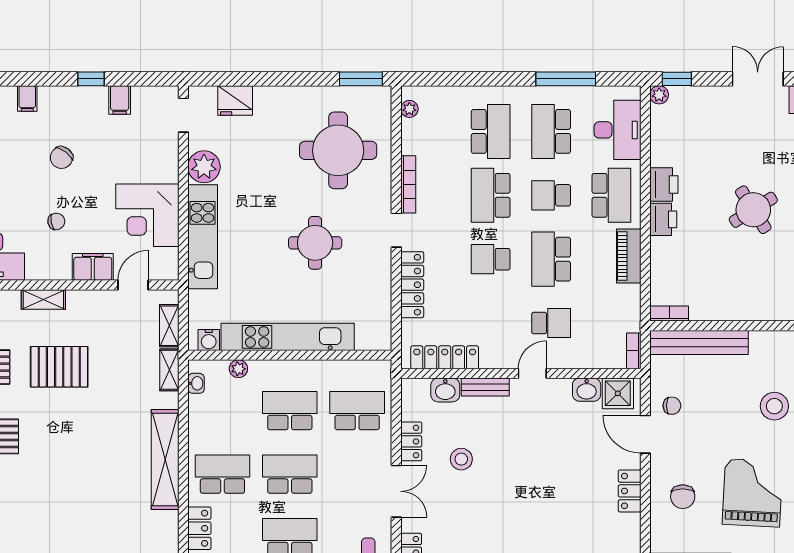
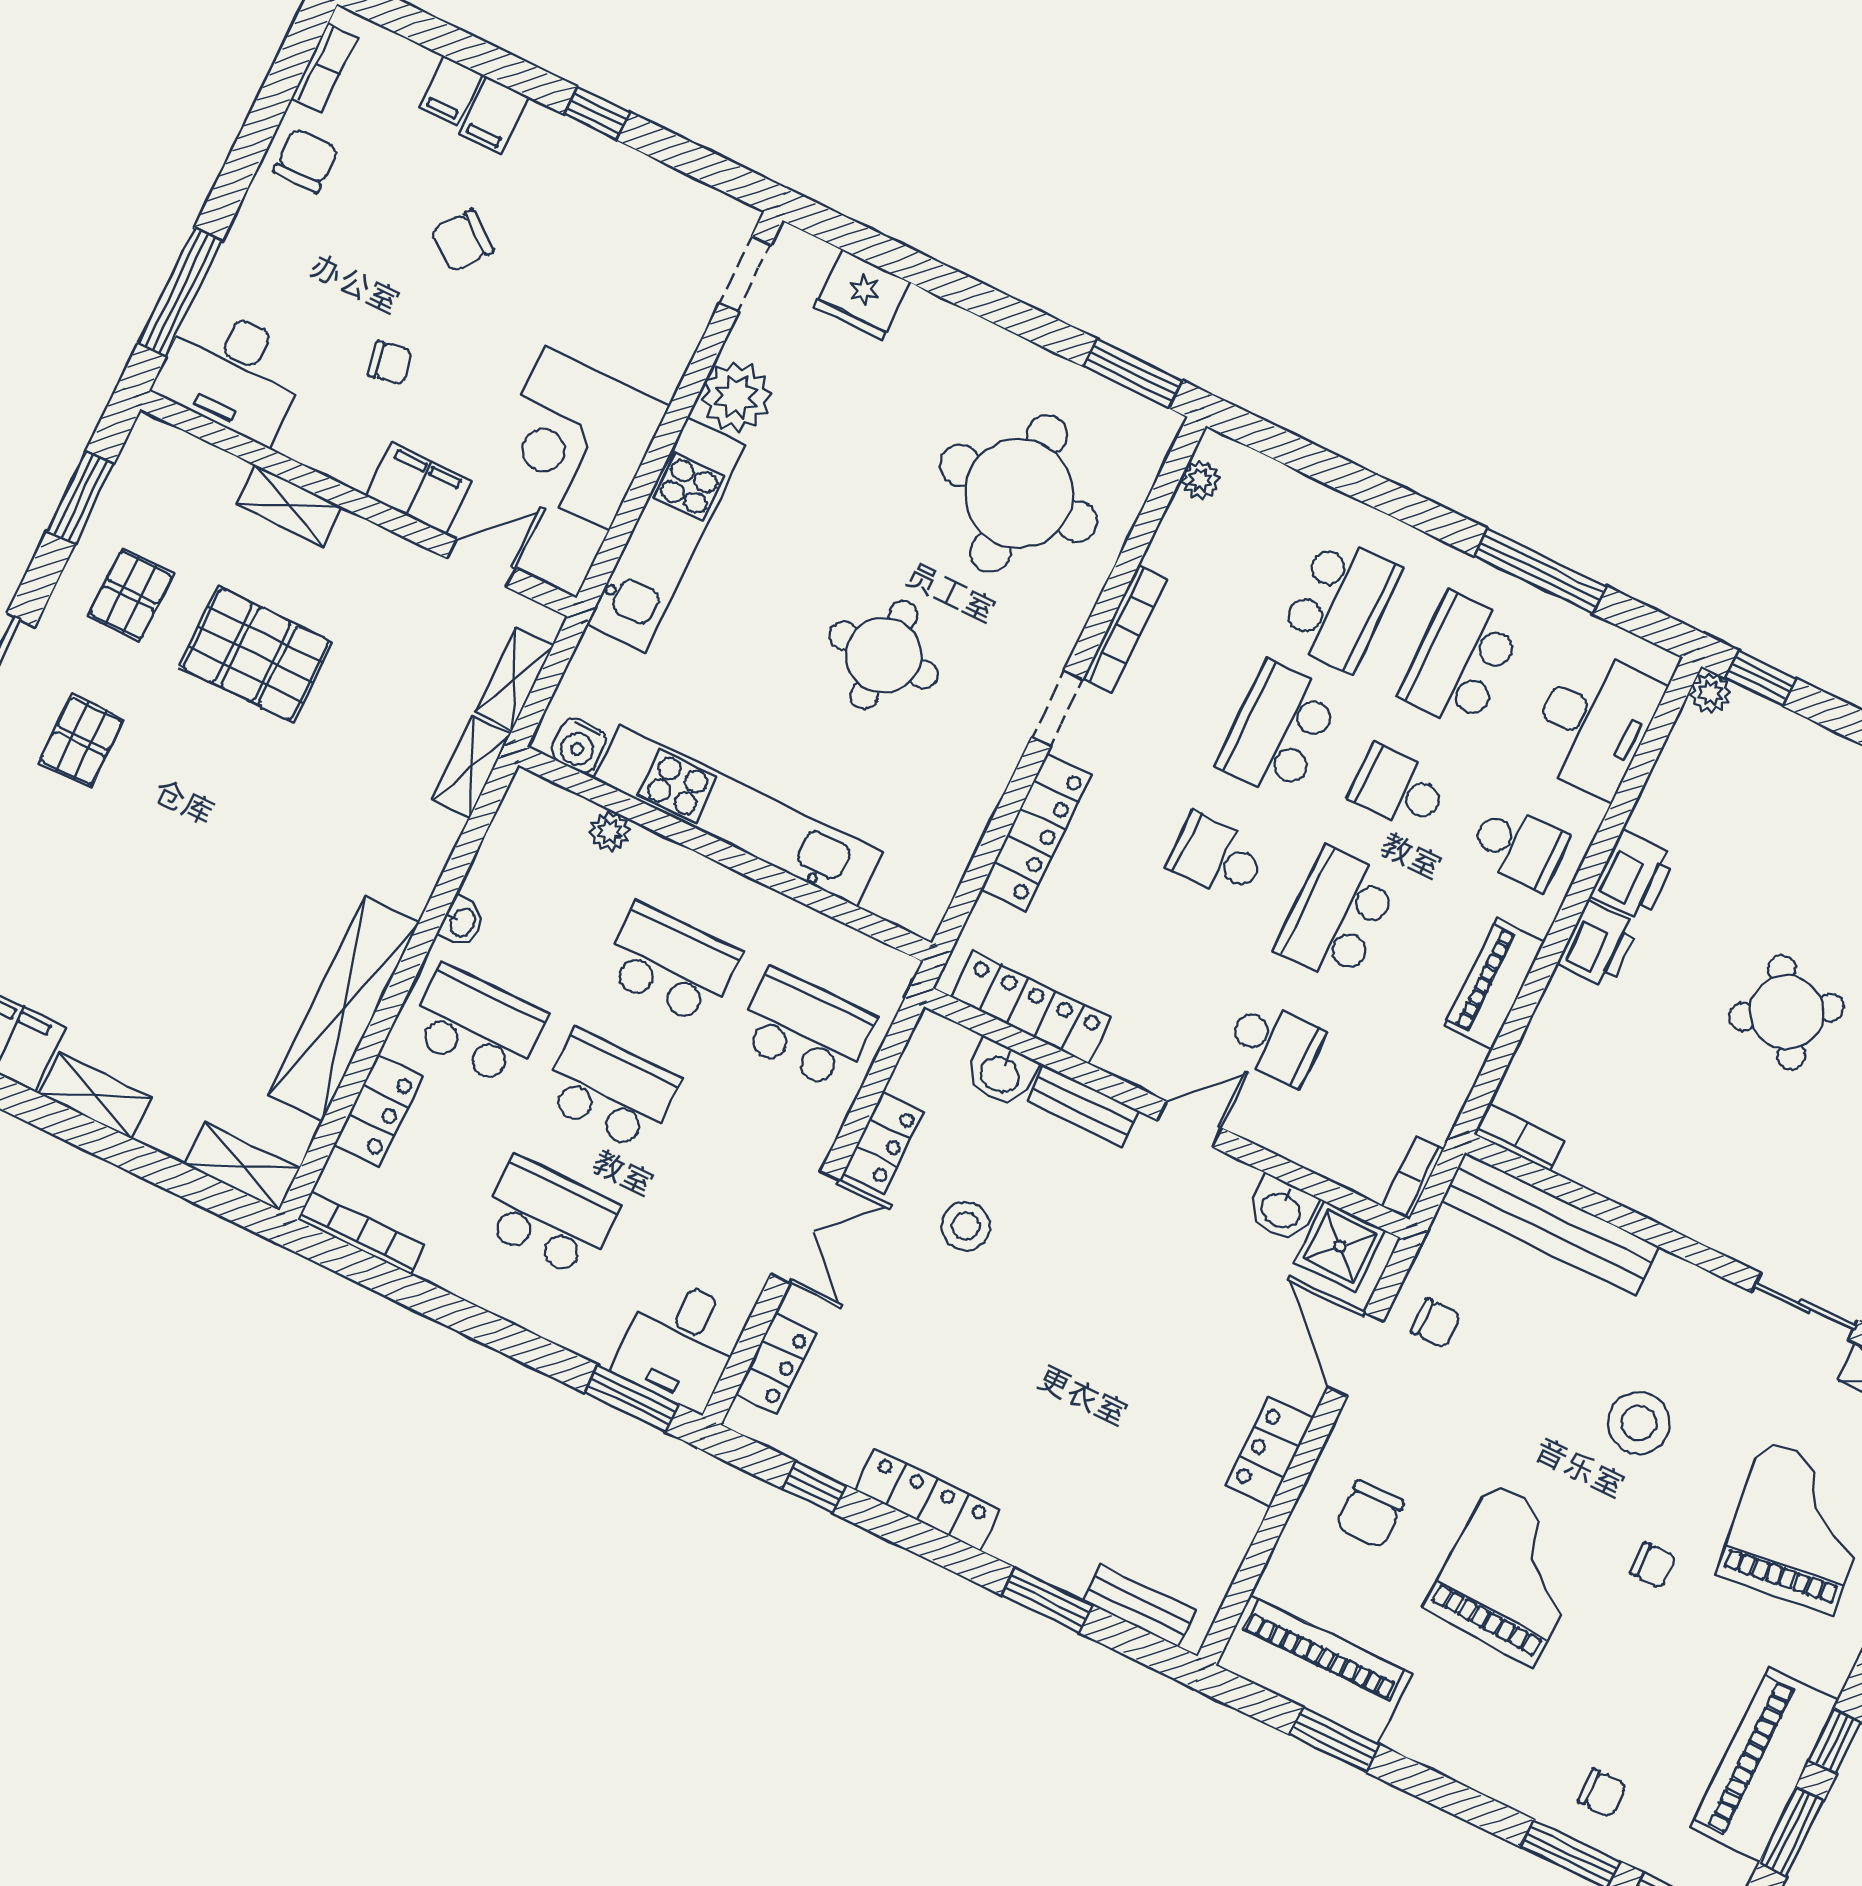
filing cabinet: (120, 100) -> (494, 115), moved
school desk: (611, 195) -> (1519, 847), width x0.54
washbasin: (196, 383) -> (462, 922), moved
shelving: (165, 460) -> (344, 1009), moved

